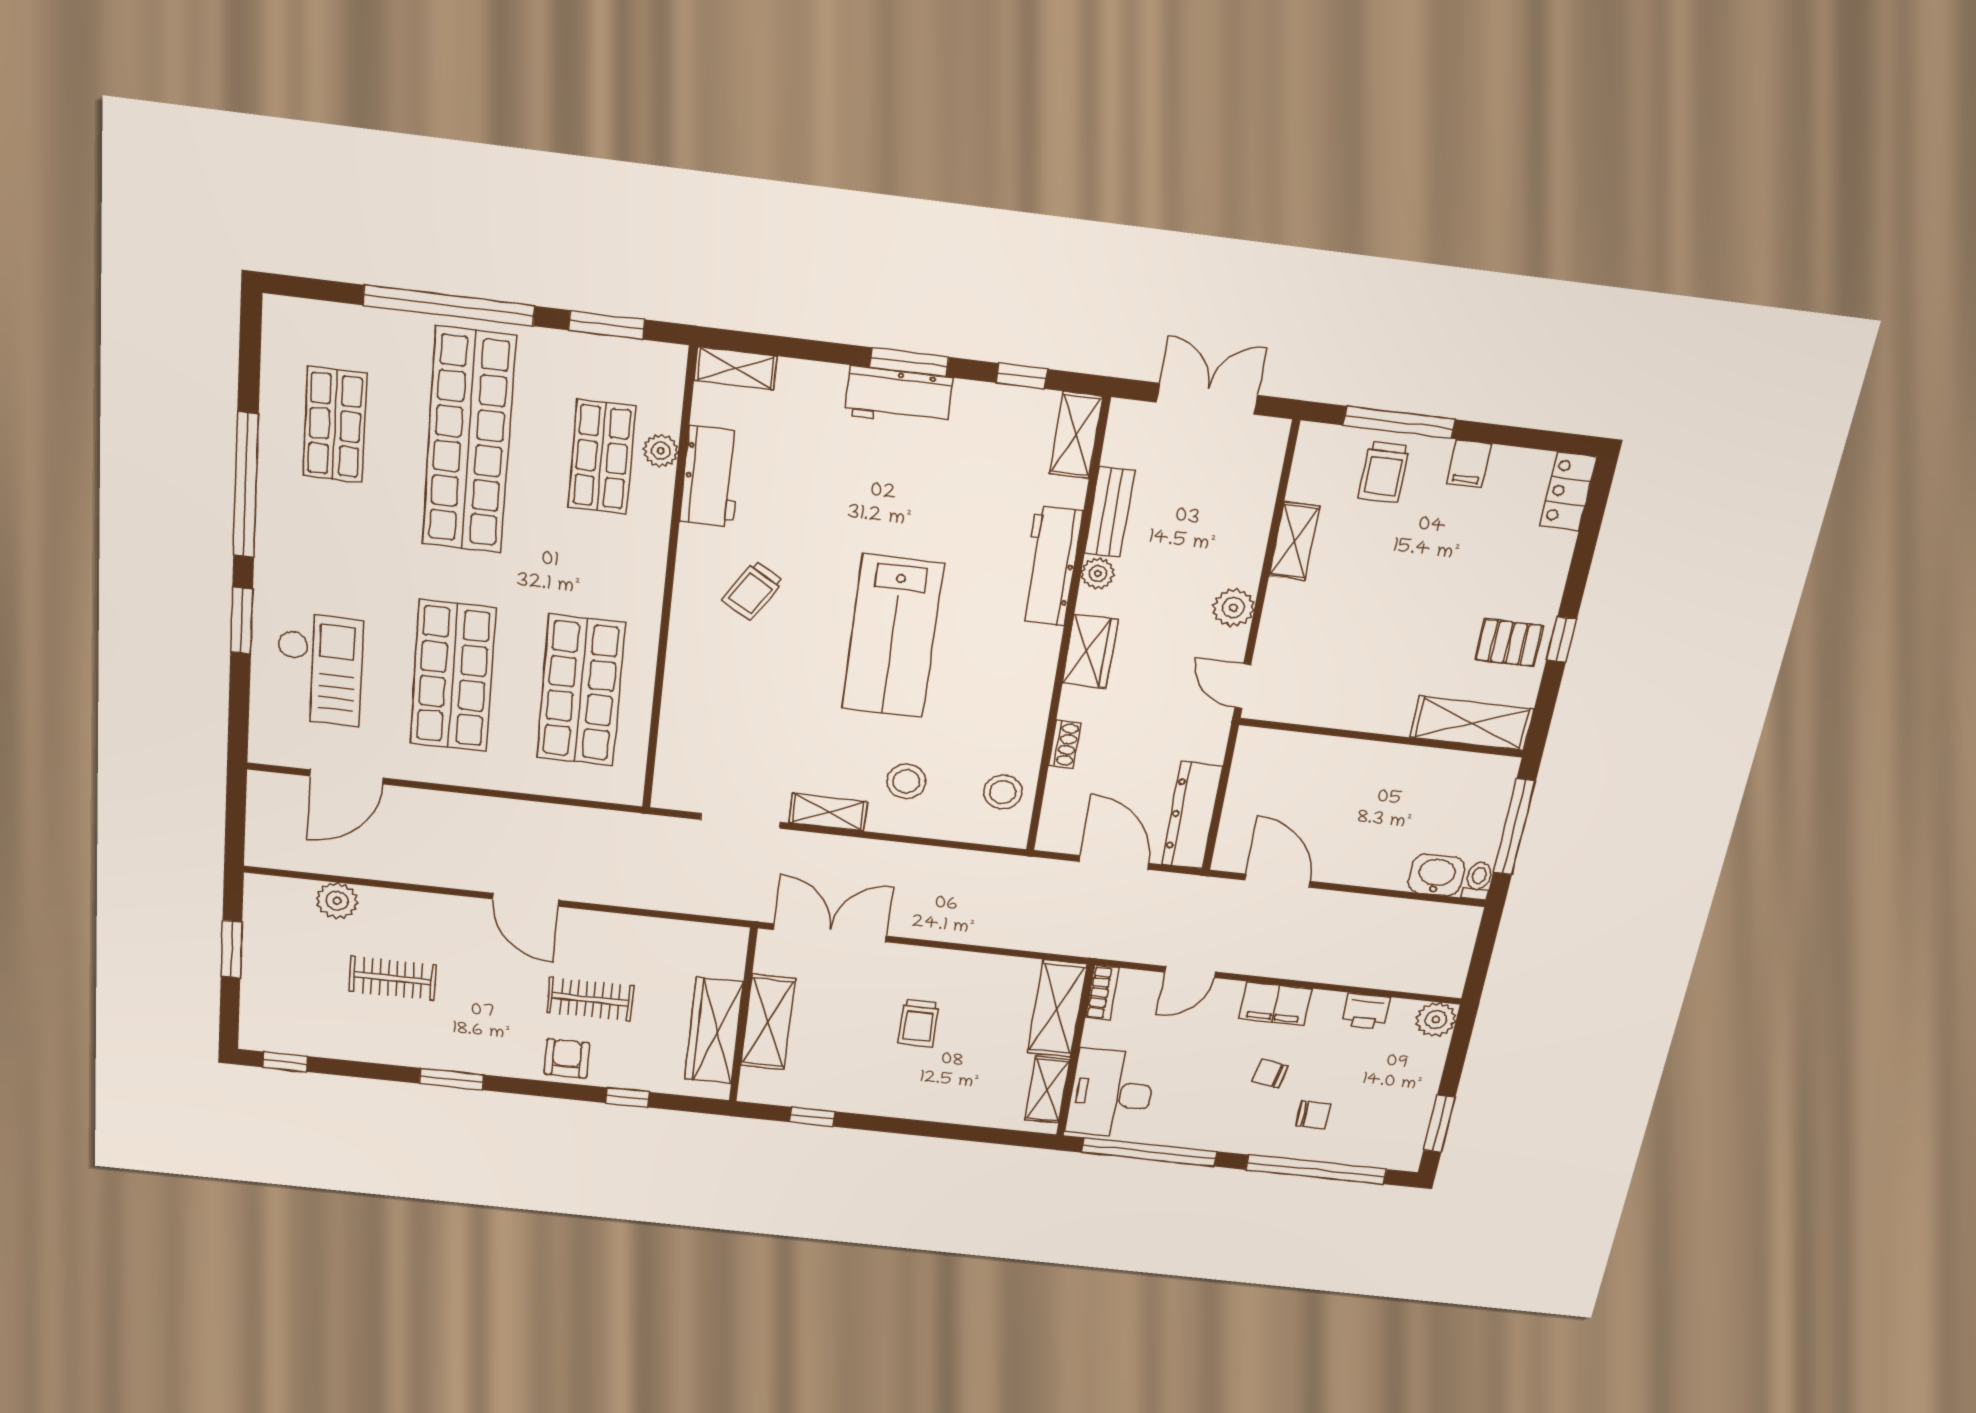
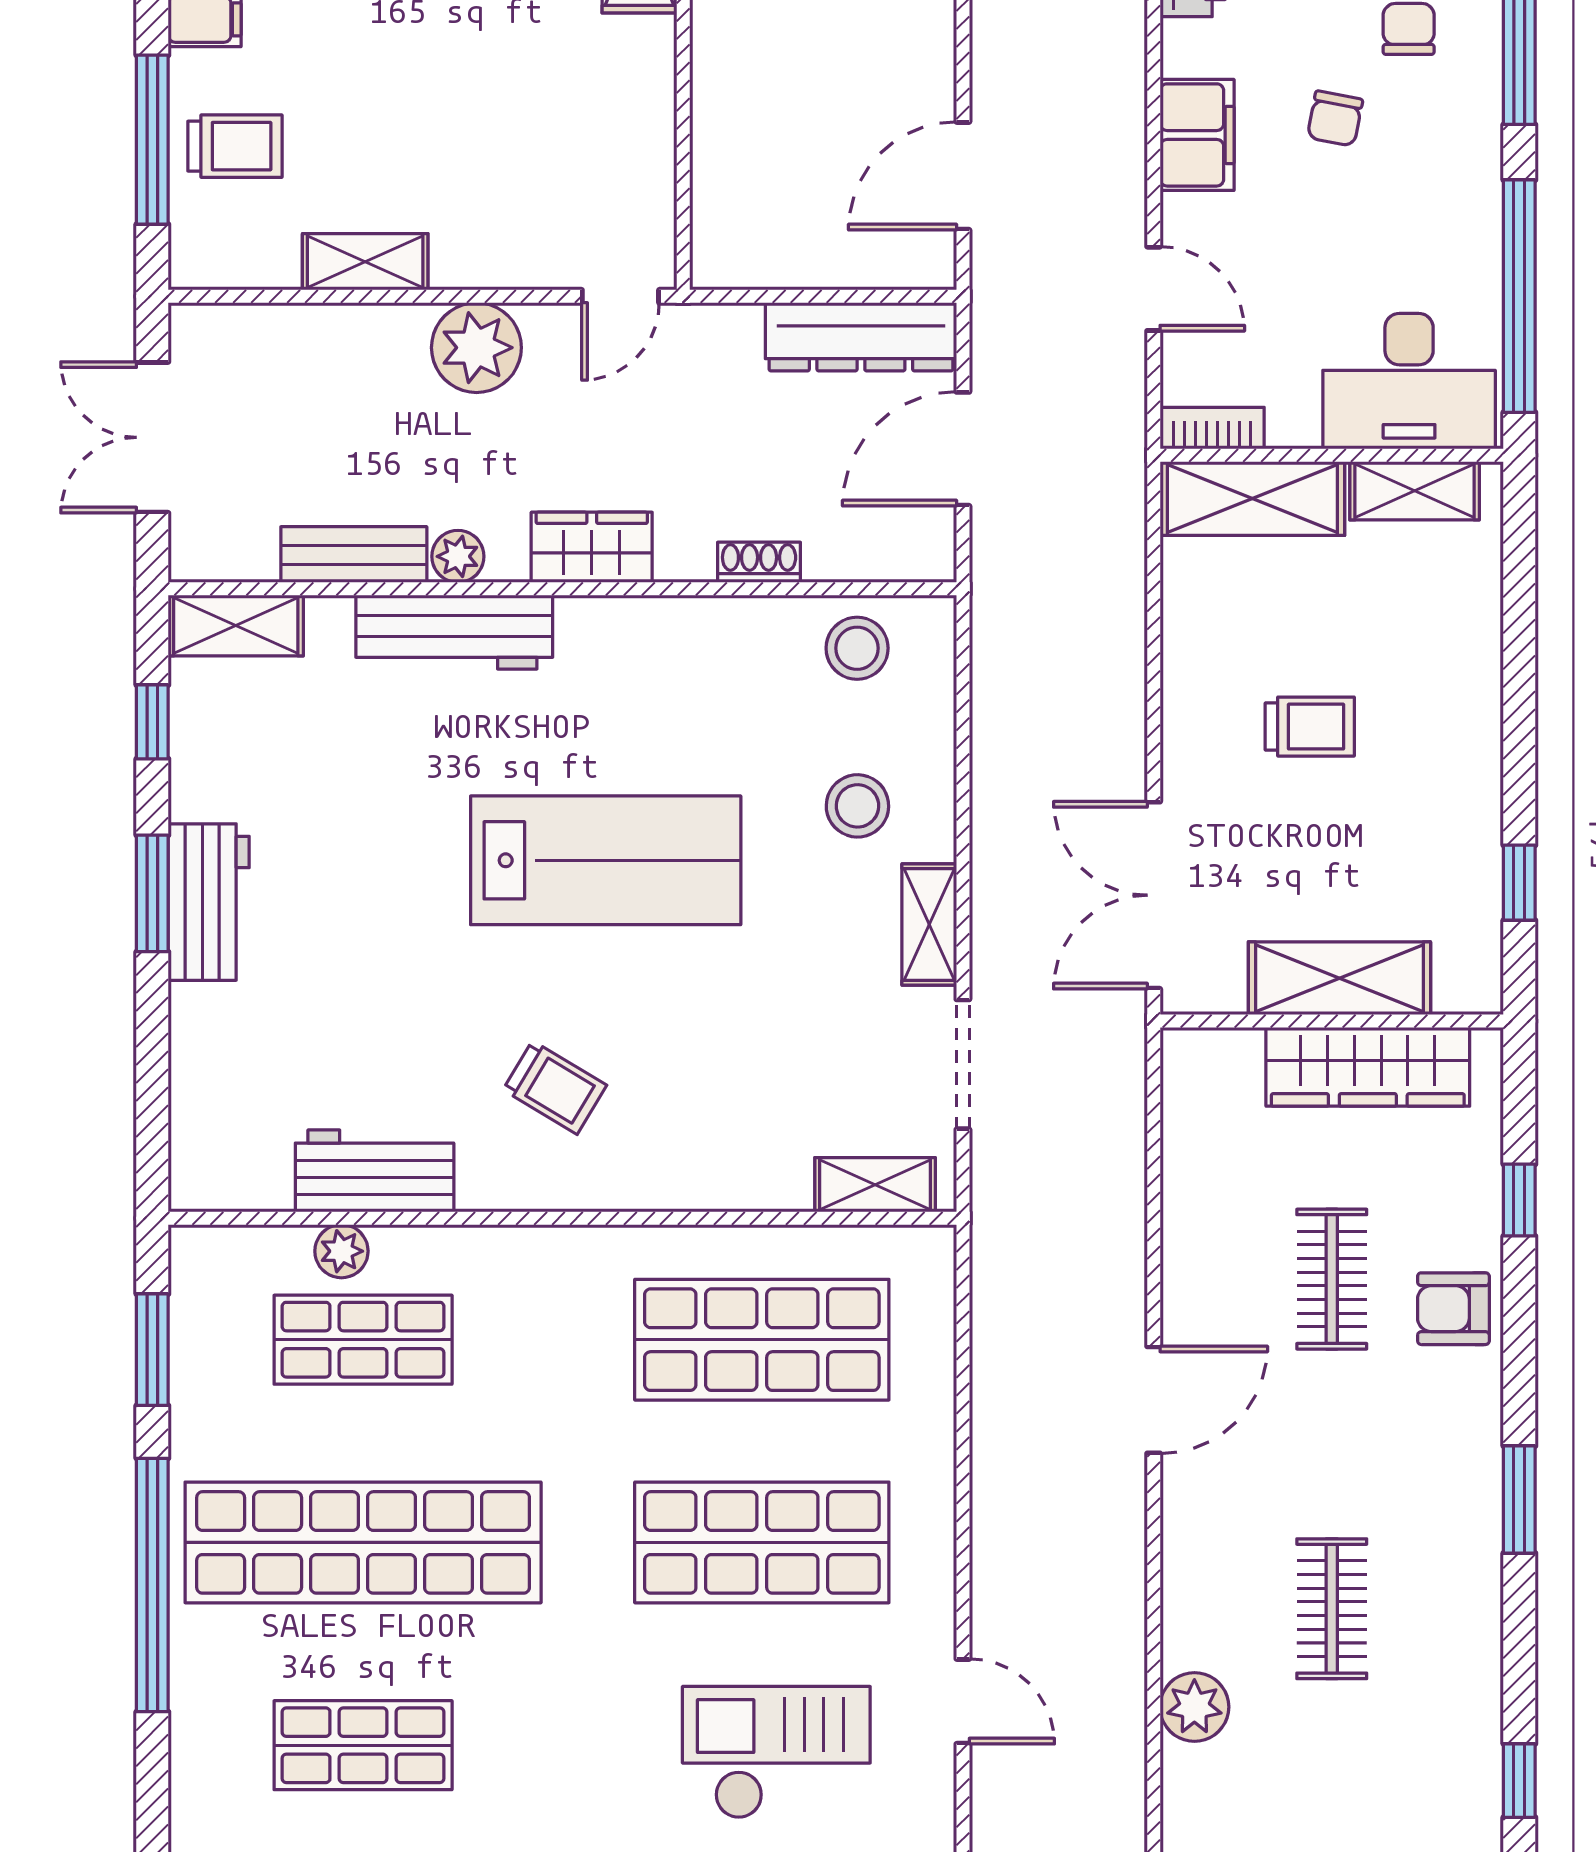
shelving: (736, 368) -> (875, 1185), moved, turned 90
plant: (1233, 608) -> (476, 348), width x1.36, depth x1.36
door: (347, 777) -> (963, 1701), width x0.73

